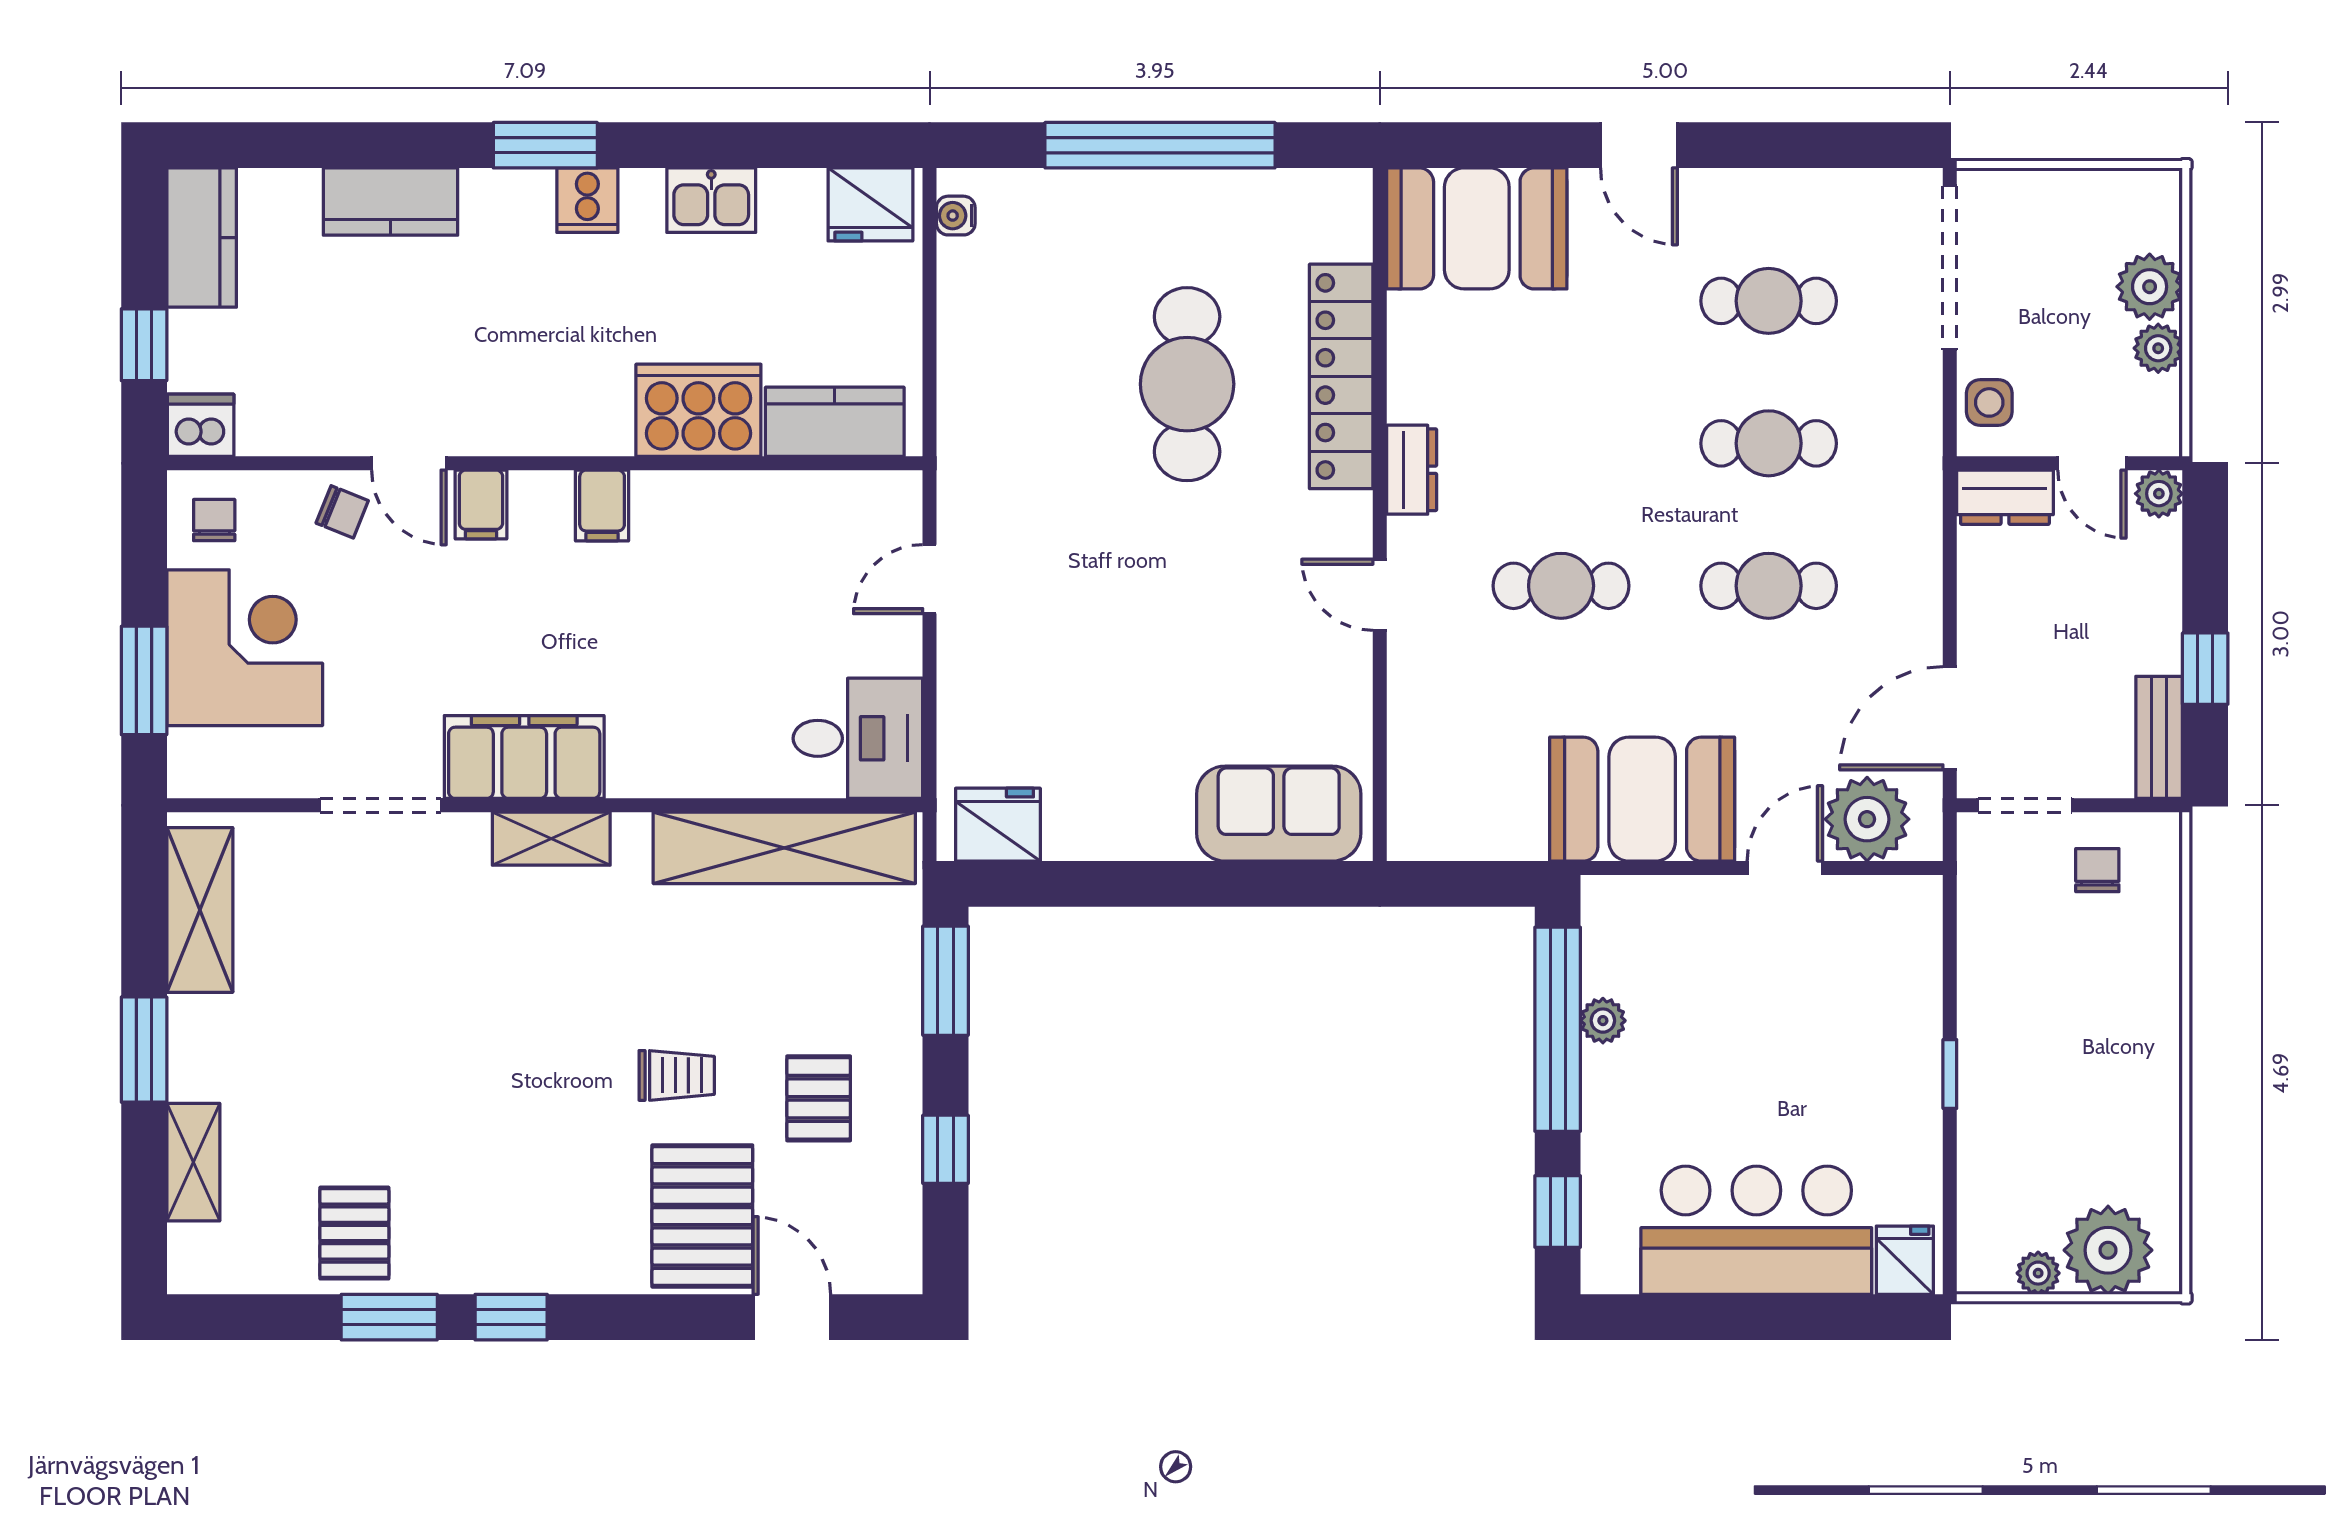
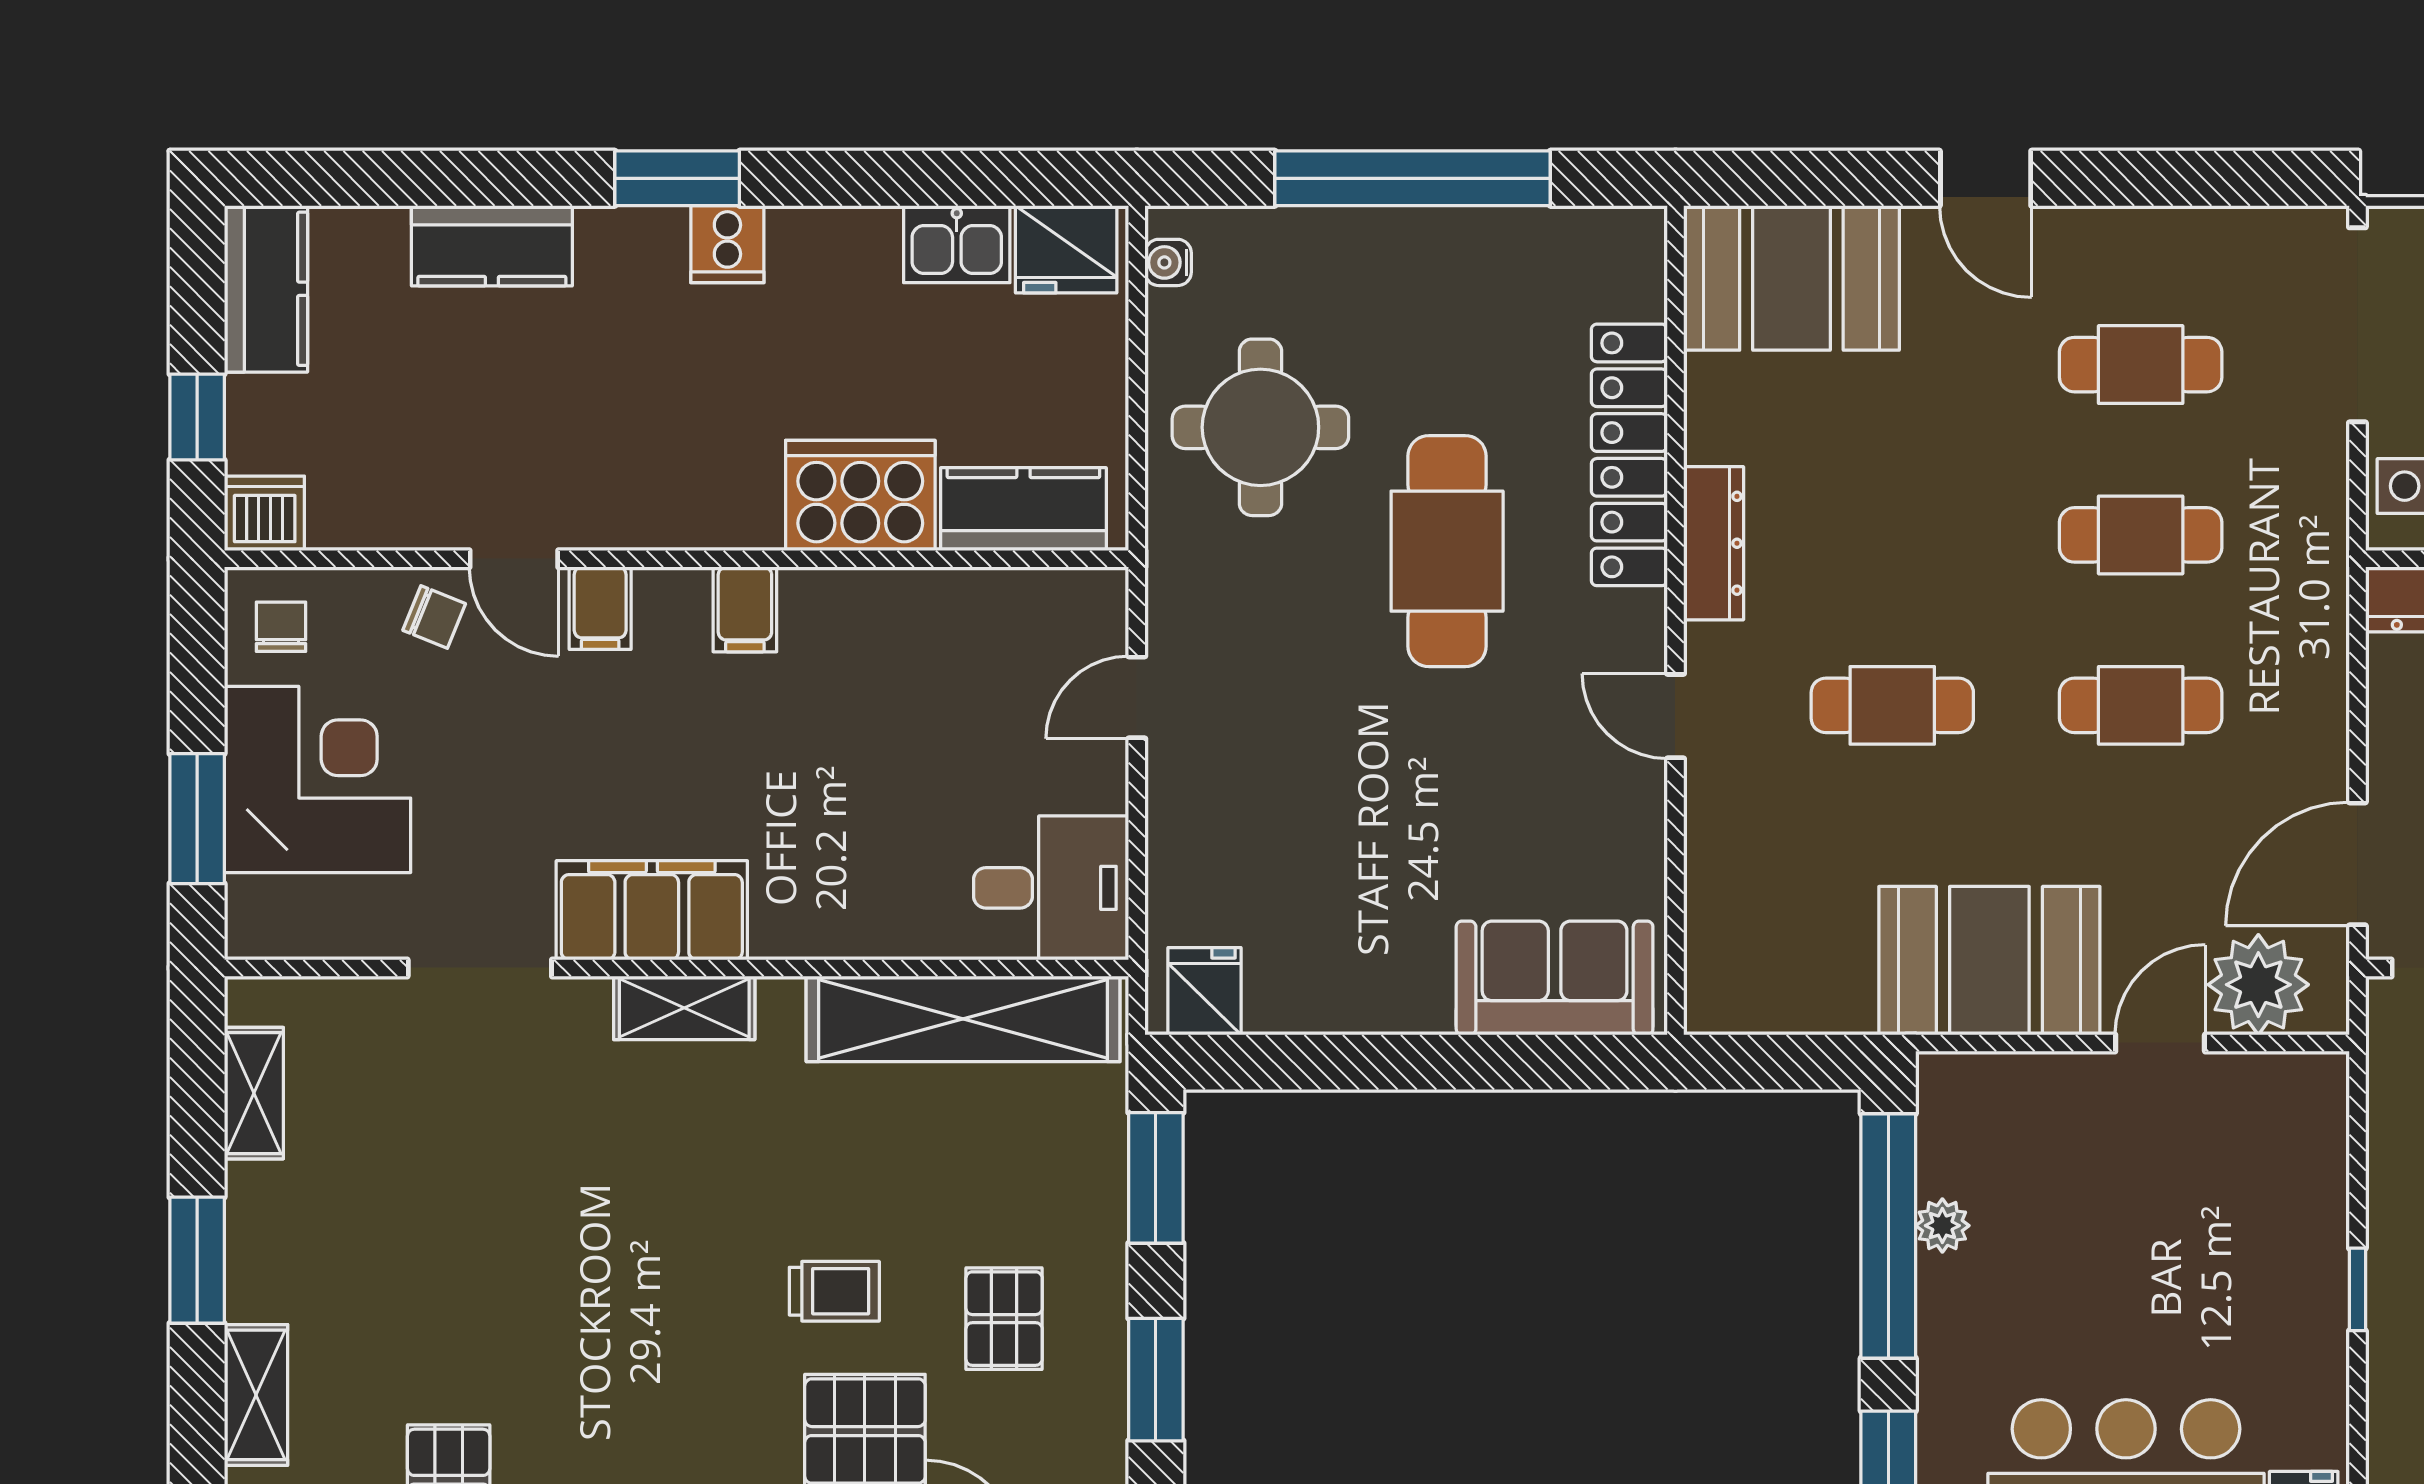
kitchen sink: (711, 200) -> (957, 244), moved
round table: (1033, 353) -> (1260, 427), added
cafe table: (1187, 384) -> (1447, 551), moved
dresser: (1412, 470) -> (1714, 543), width x1.44
fridge: (998, 825) -> (1205, 991), width x0.72
shelving: (200, 910) -> (254, 1093), width x0.67, depth x0.75
window: (945, 1149) -> (1156, 1380), width x1.50

